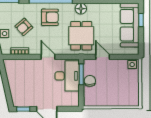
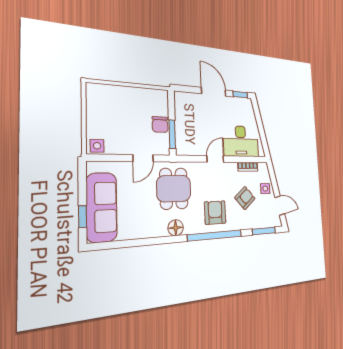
armchair: (50, 17) -> (215, 212), turned 90
door: (48, 57) -> (215, 159), swing flipped
door: (103, 57) -> (143, 158), hinge flipped
desk: (67, 76) -> (241, 141), moved, turned -90

